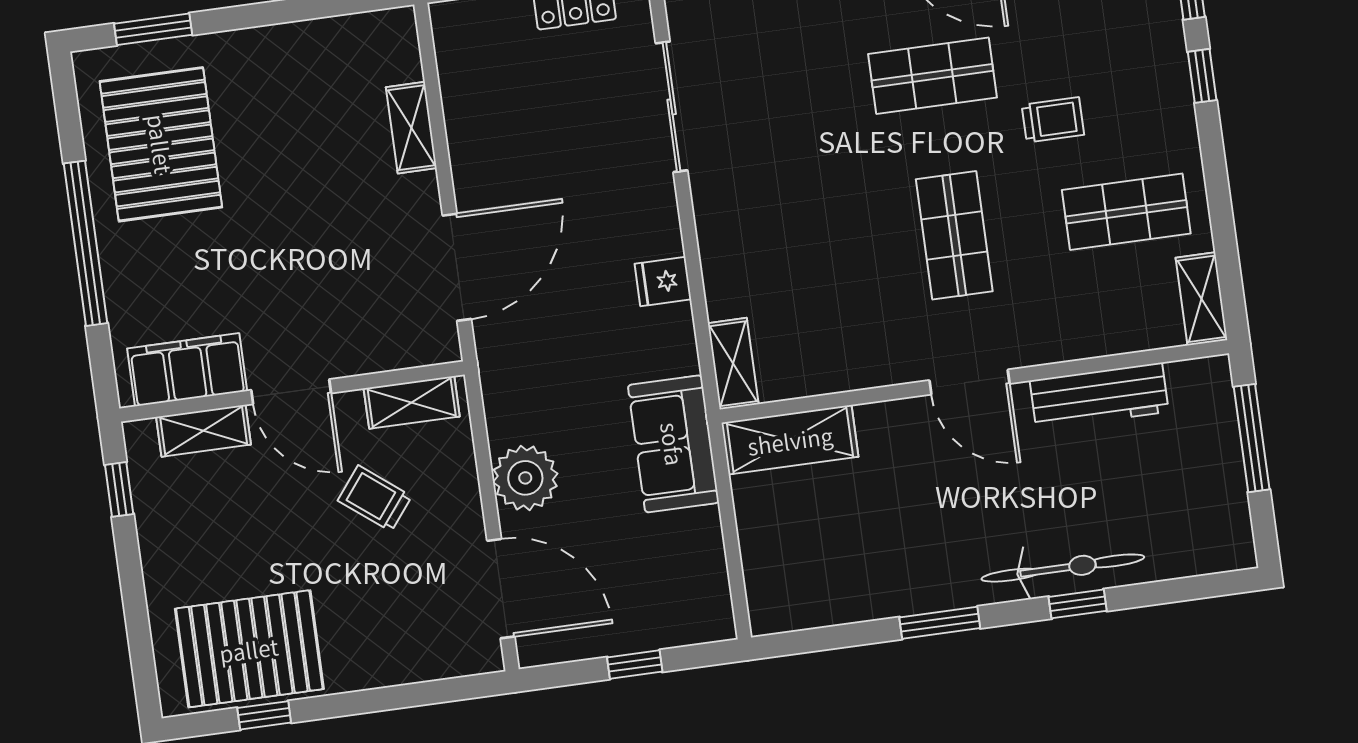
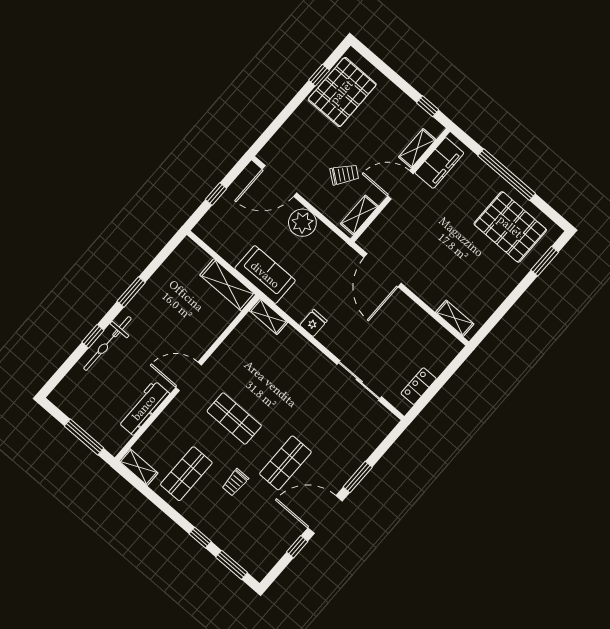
shelving: (411, 128) -> (455, 318), moved
shelving: (790, 440) -> (228, 285), moved, turned 90

